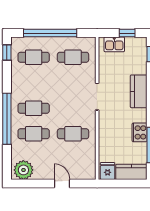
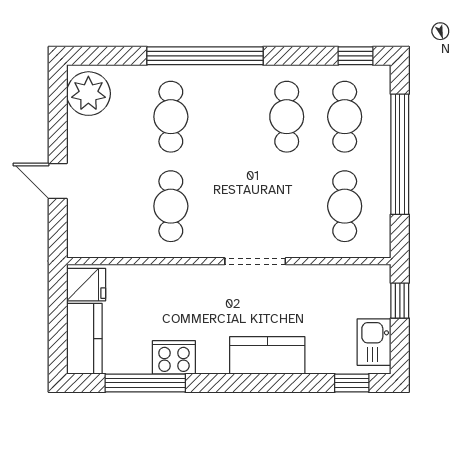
window: (127, 33) -> (400, 301), moved
kitchen sink: (114, 44) -> (374, 342), moved
cafe table: (34, 108) -> (287, 117), moved
door: (62, 184) -> (58, 181), swing flipped

